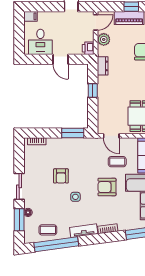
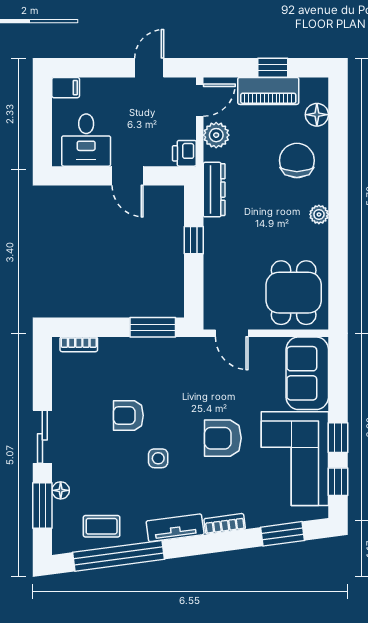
dresser: (103, 66) -> (214, 190), width x1.44
coffee table: (117, 162) -> (244, 386), removed
armchair: (61, 176) -> (128, 415), turned 90

